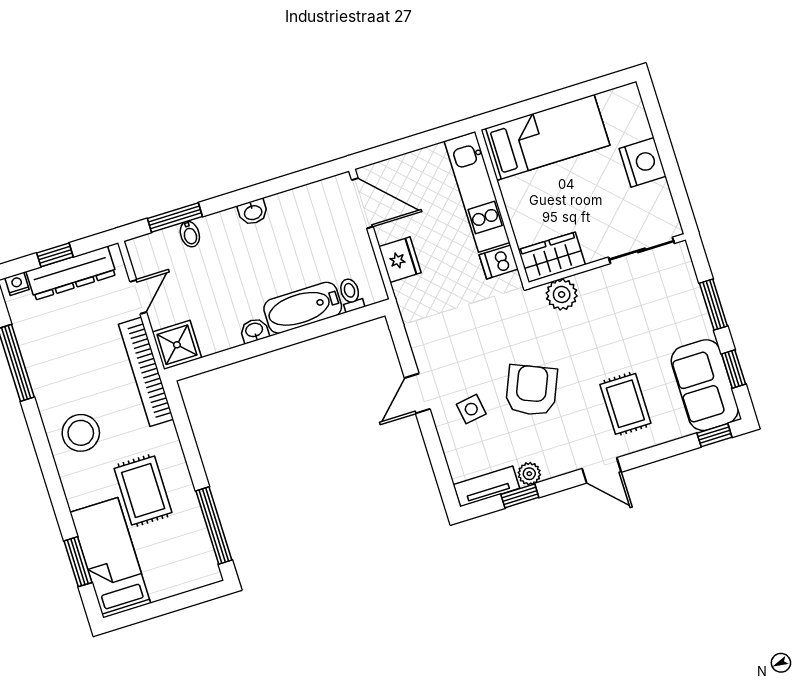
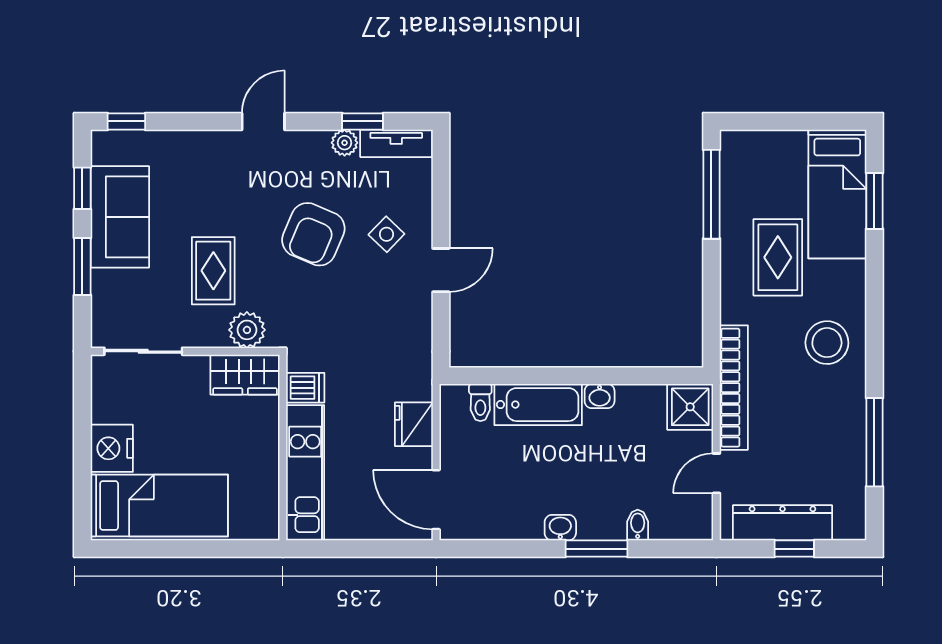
bed: (545, 137) -> (159, 505), moved, turned 180
window: (175, 217) -> (596, 549), moved
nightstand: (17, 284) -> (846, 530), removed
sofa: (705, 385) -> (120, 217), moved
rug: (625, 404) -> (213, 271), moved
side table: (471, 409) -> (386, 234), turned -37
door: (602, 470) -> (263, 121), hinge flipped

